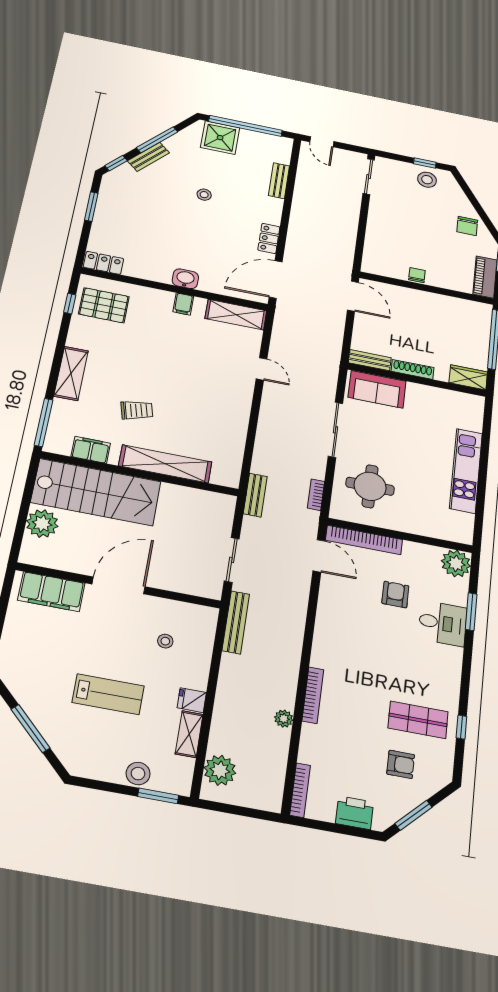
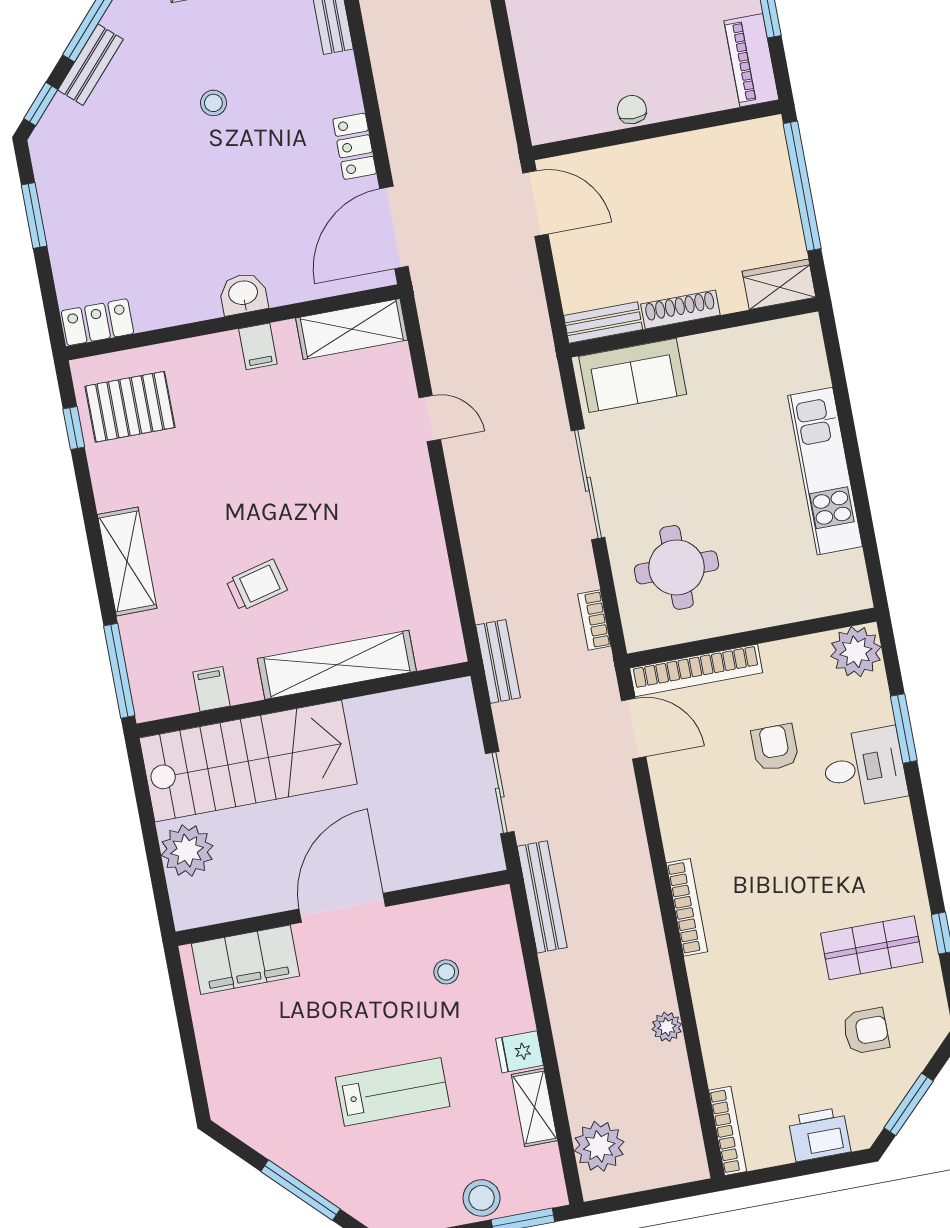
filing cabinet: (91, 450) -> (211, 689), width x0.50
bookcase: (313, 695) -> (687, 907), moved

